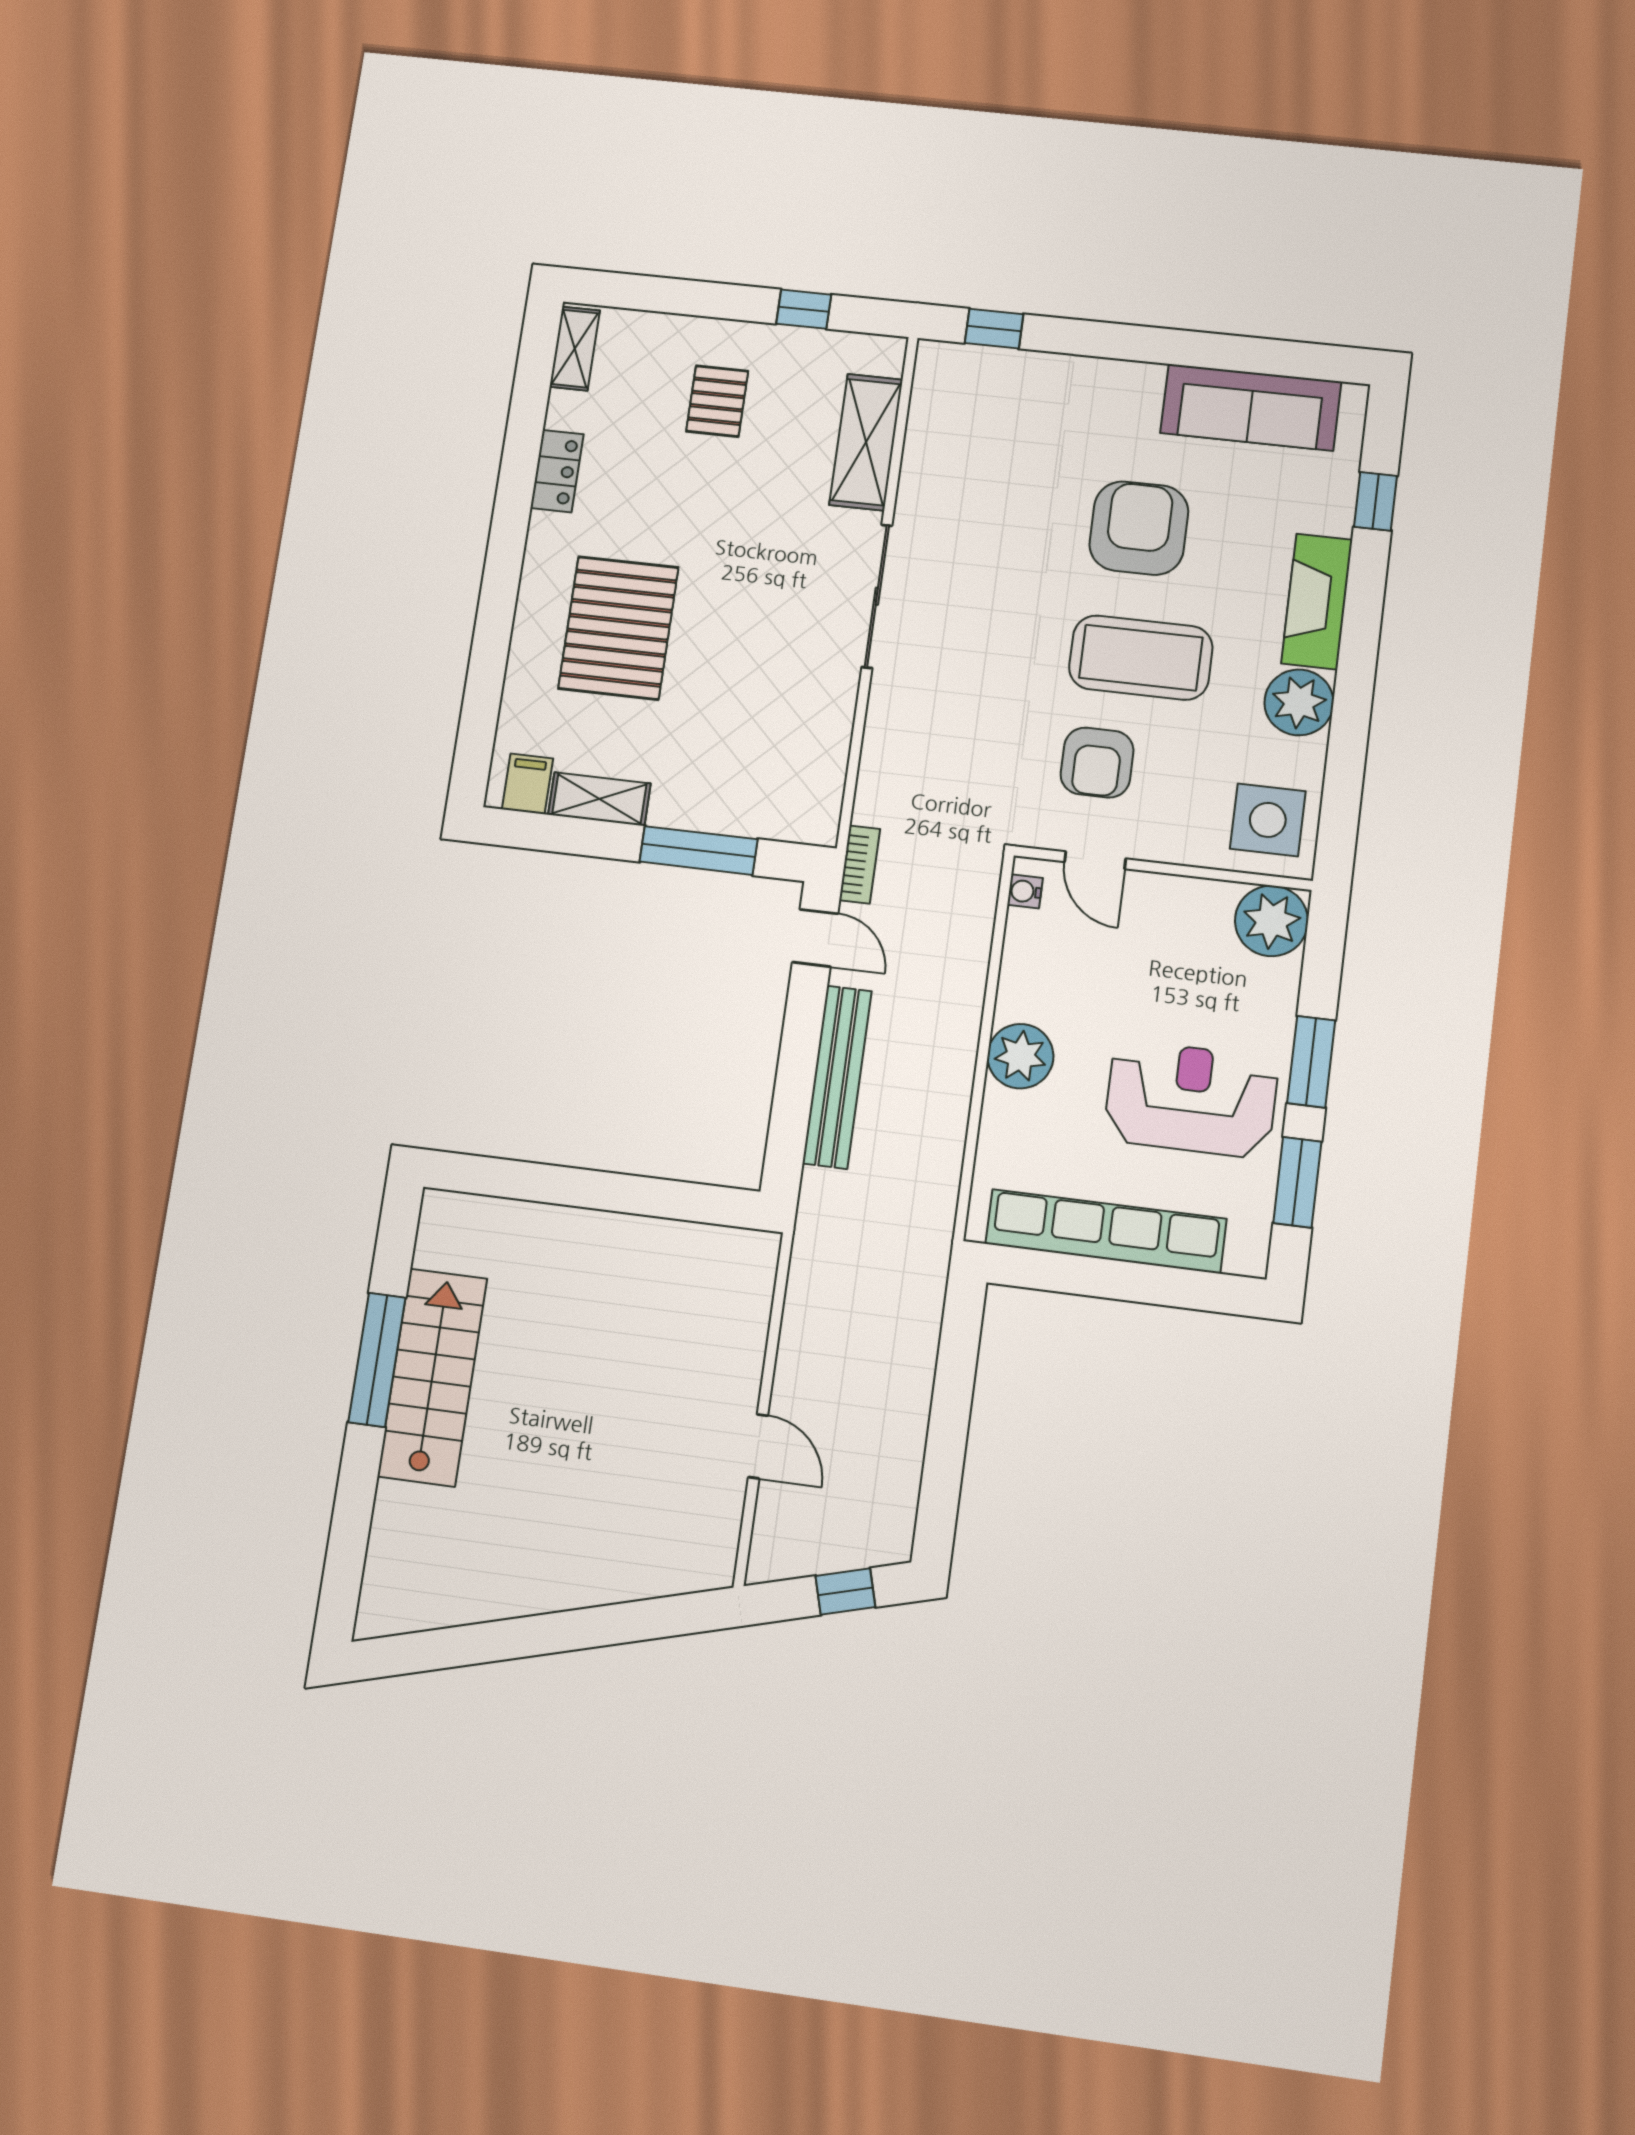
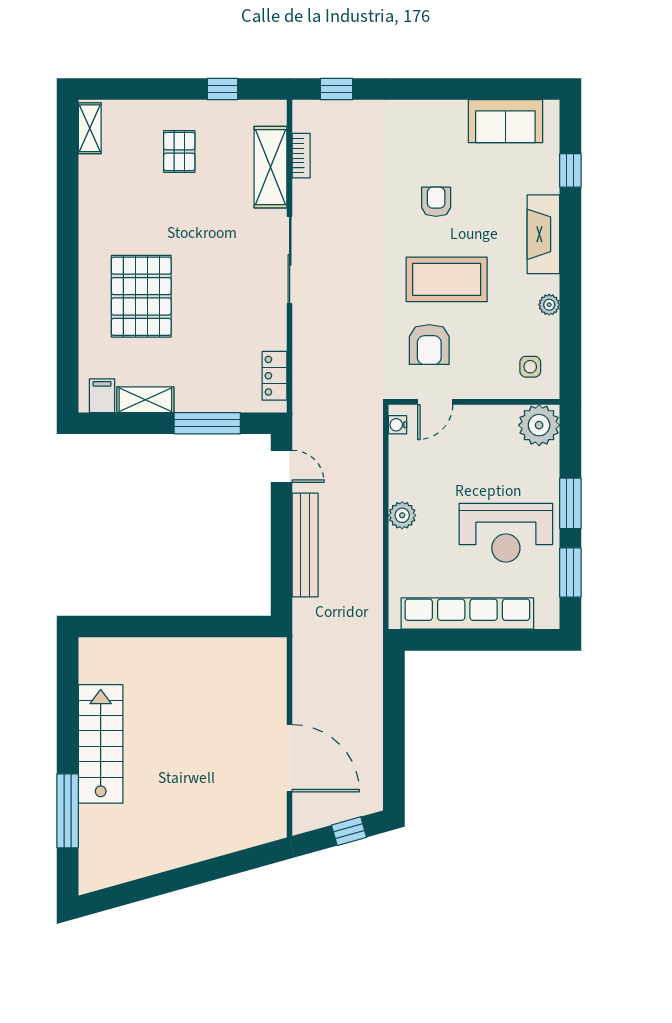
sofa: (1251, 407) -> (505, 121), width x0.73
locker: (557, 471) -> (275, 376), moved, turned 180
armchair: (1139, 528) -> (436, 202), width x0.53, depth x0.53
plant: (1299, 702) -> (549, 305), width x0.53, depth x0.53
side table: (1268, 820) -> (530, 367), width x0.54, depth x0.54
door: (1095, 860) -> (435, 402), hinge flipped
bookcase: (860, 865) -> (301, 156), moved
plant: (1020, 1056) -> (402, 515), width x0.73, depth x0.73
reception desk: (1191, 1099) -> (506, 533), turned 180
window: (377, 1360) -> (68, 811), moved
door: (758, 1446) -> (290, 758), width x1.87

